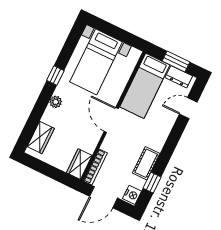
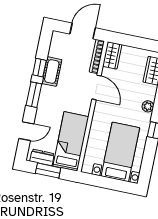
door: (111, 120) -> (96, 87), moved
window: (171, 144) -> (34, 95), added
window: (152, 183) -> (39, 68), moved
nightstand: (132, 195) -> (57, 40), removed

